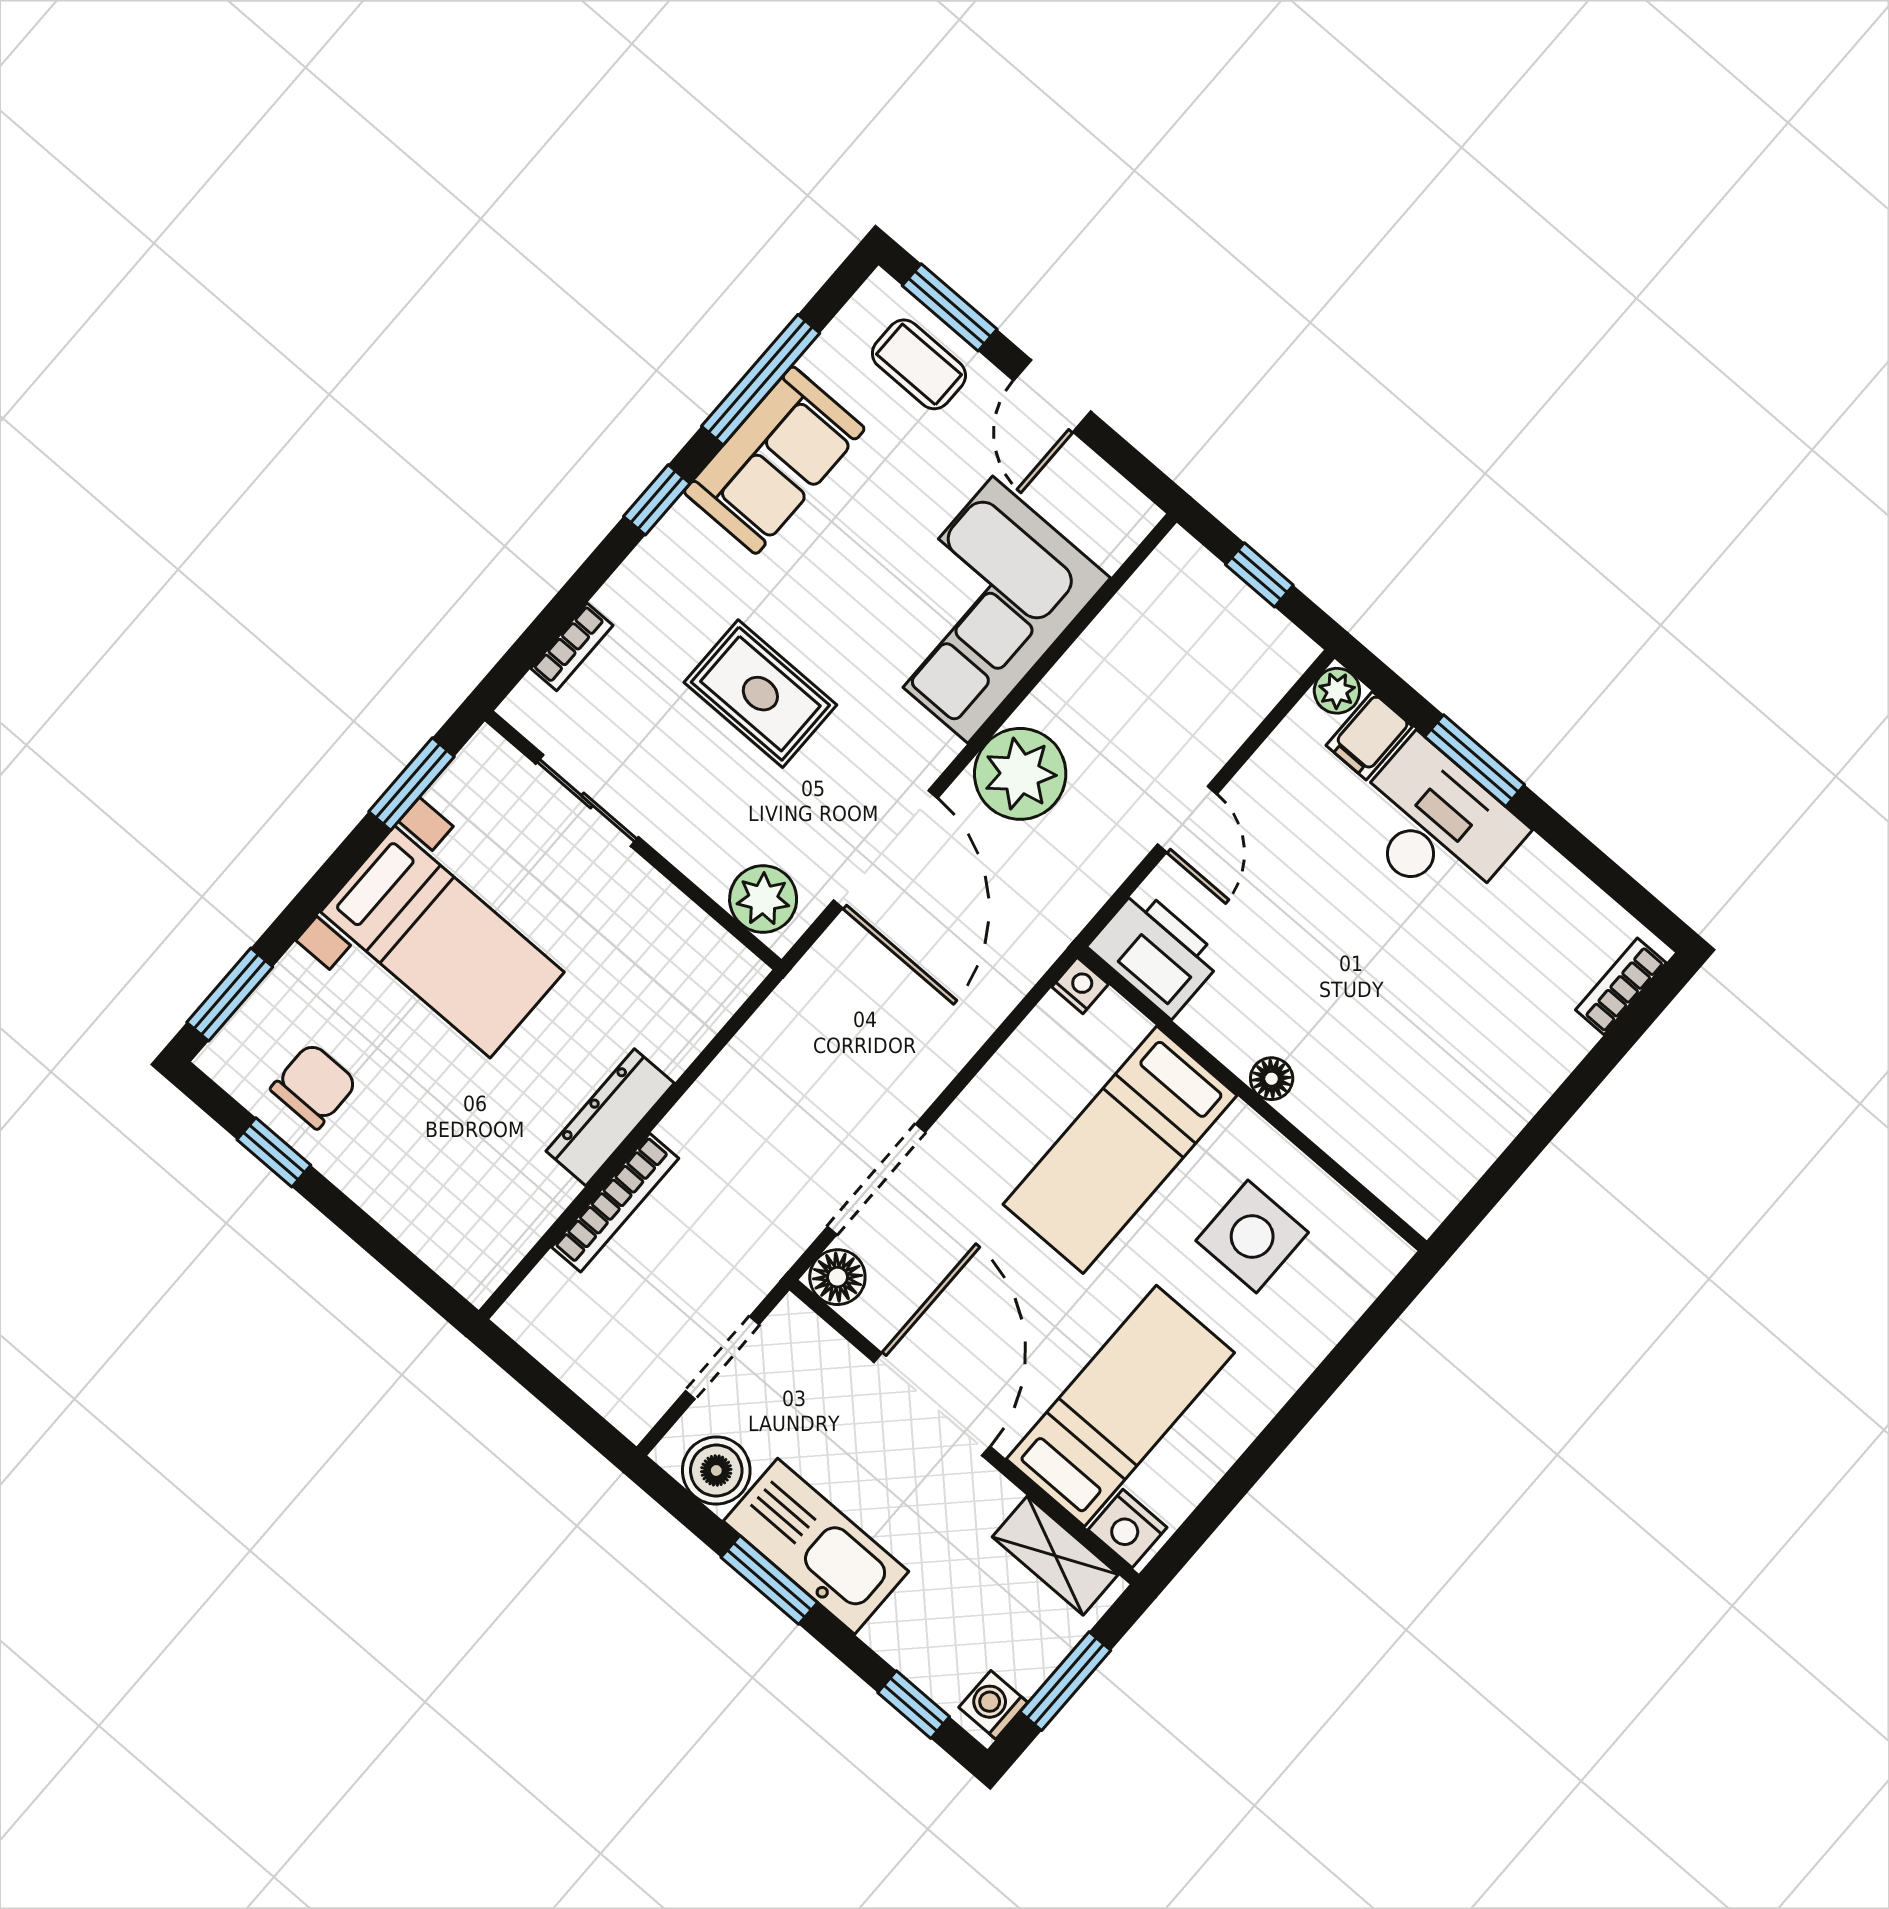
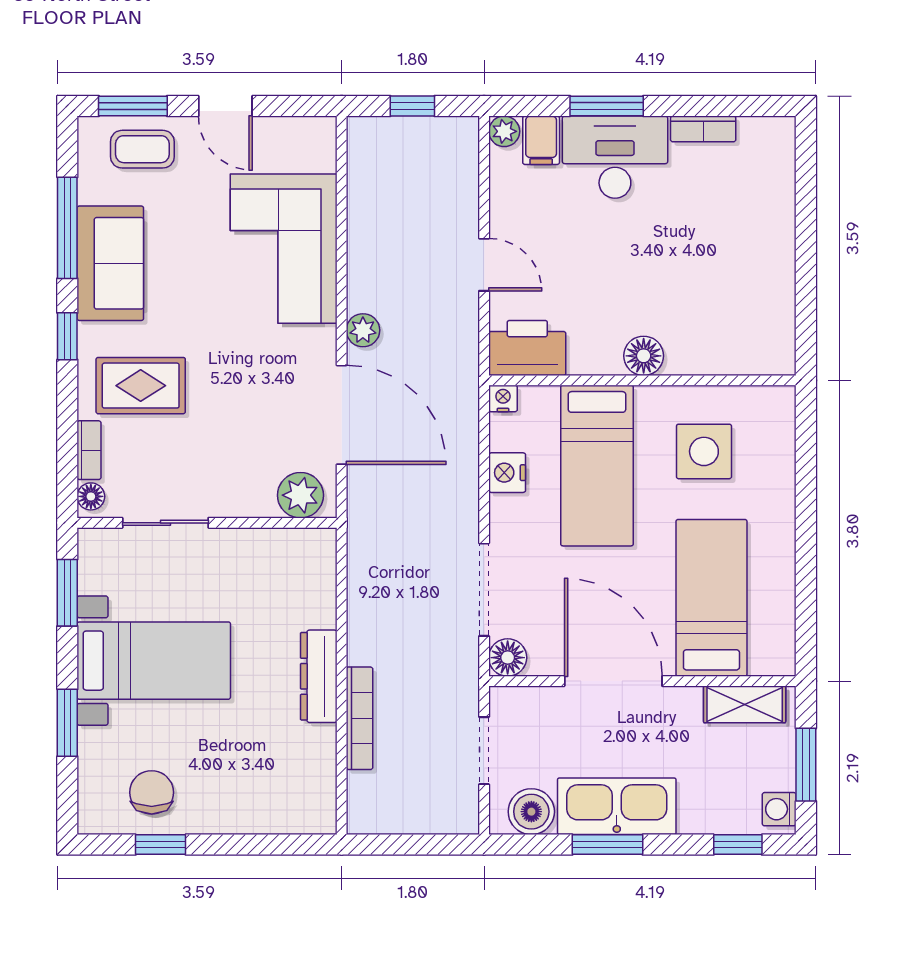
rug: (760, 694) -> (141, 386), moved
floor lamp: (530, 700) -> (91, 496), added
plant: (1020, 774) -> (363, 330), width x0.53, depth x0.53
bookcase: (1621, 986) -> (703, 129), moved, turned -90
window: (230, 995) -> (67, 723), moved
floor lamp: (1272, 1079) -> (644, 356), width x1.37, depth x1.37
nightstand: (1127, 1529) -> (507, 473), moved, turned 90

